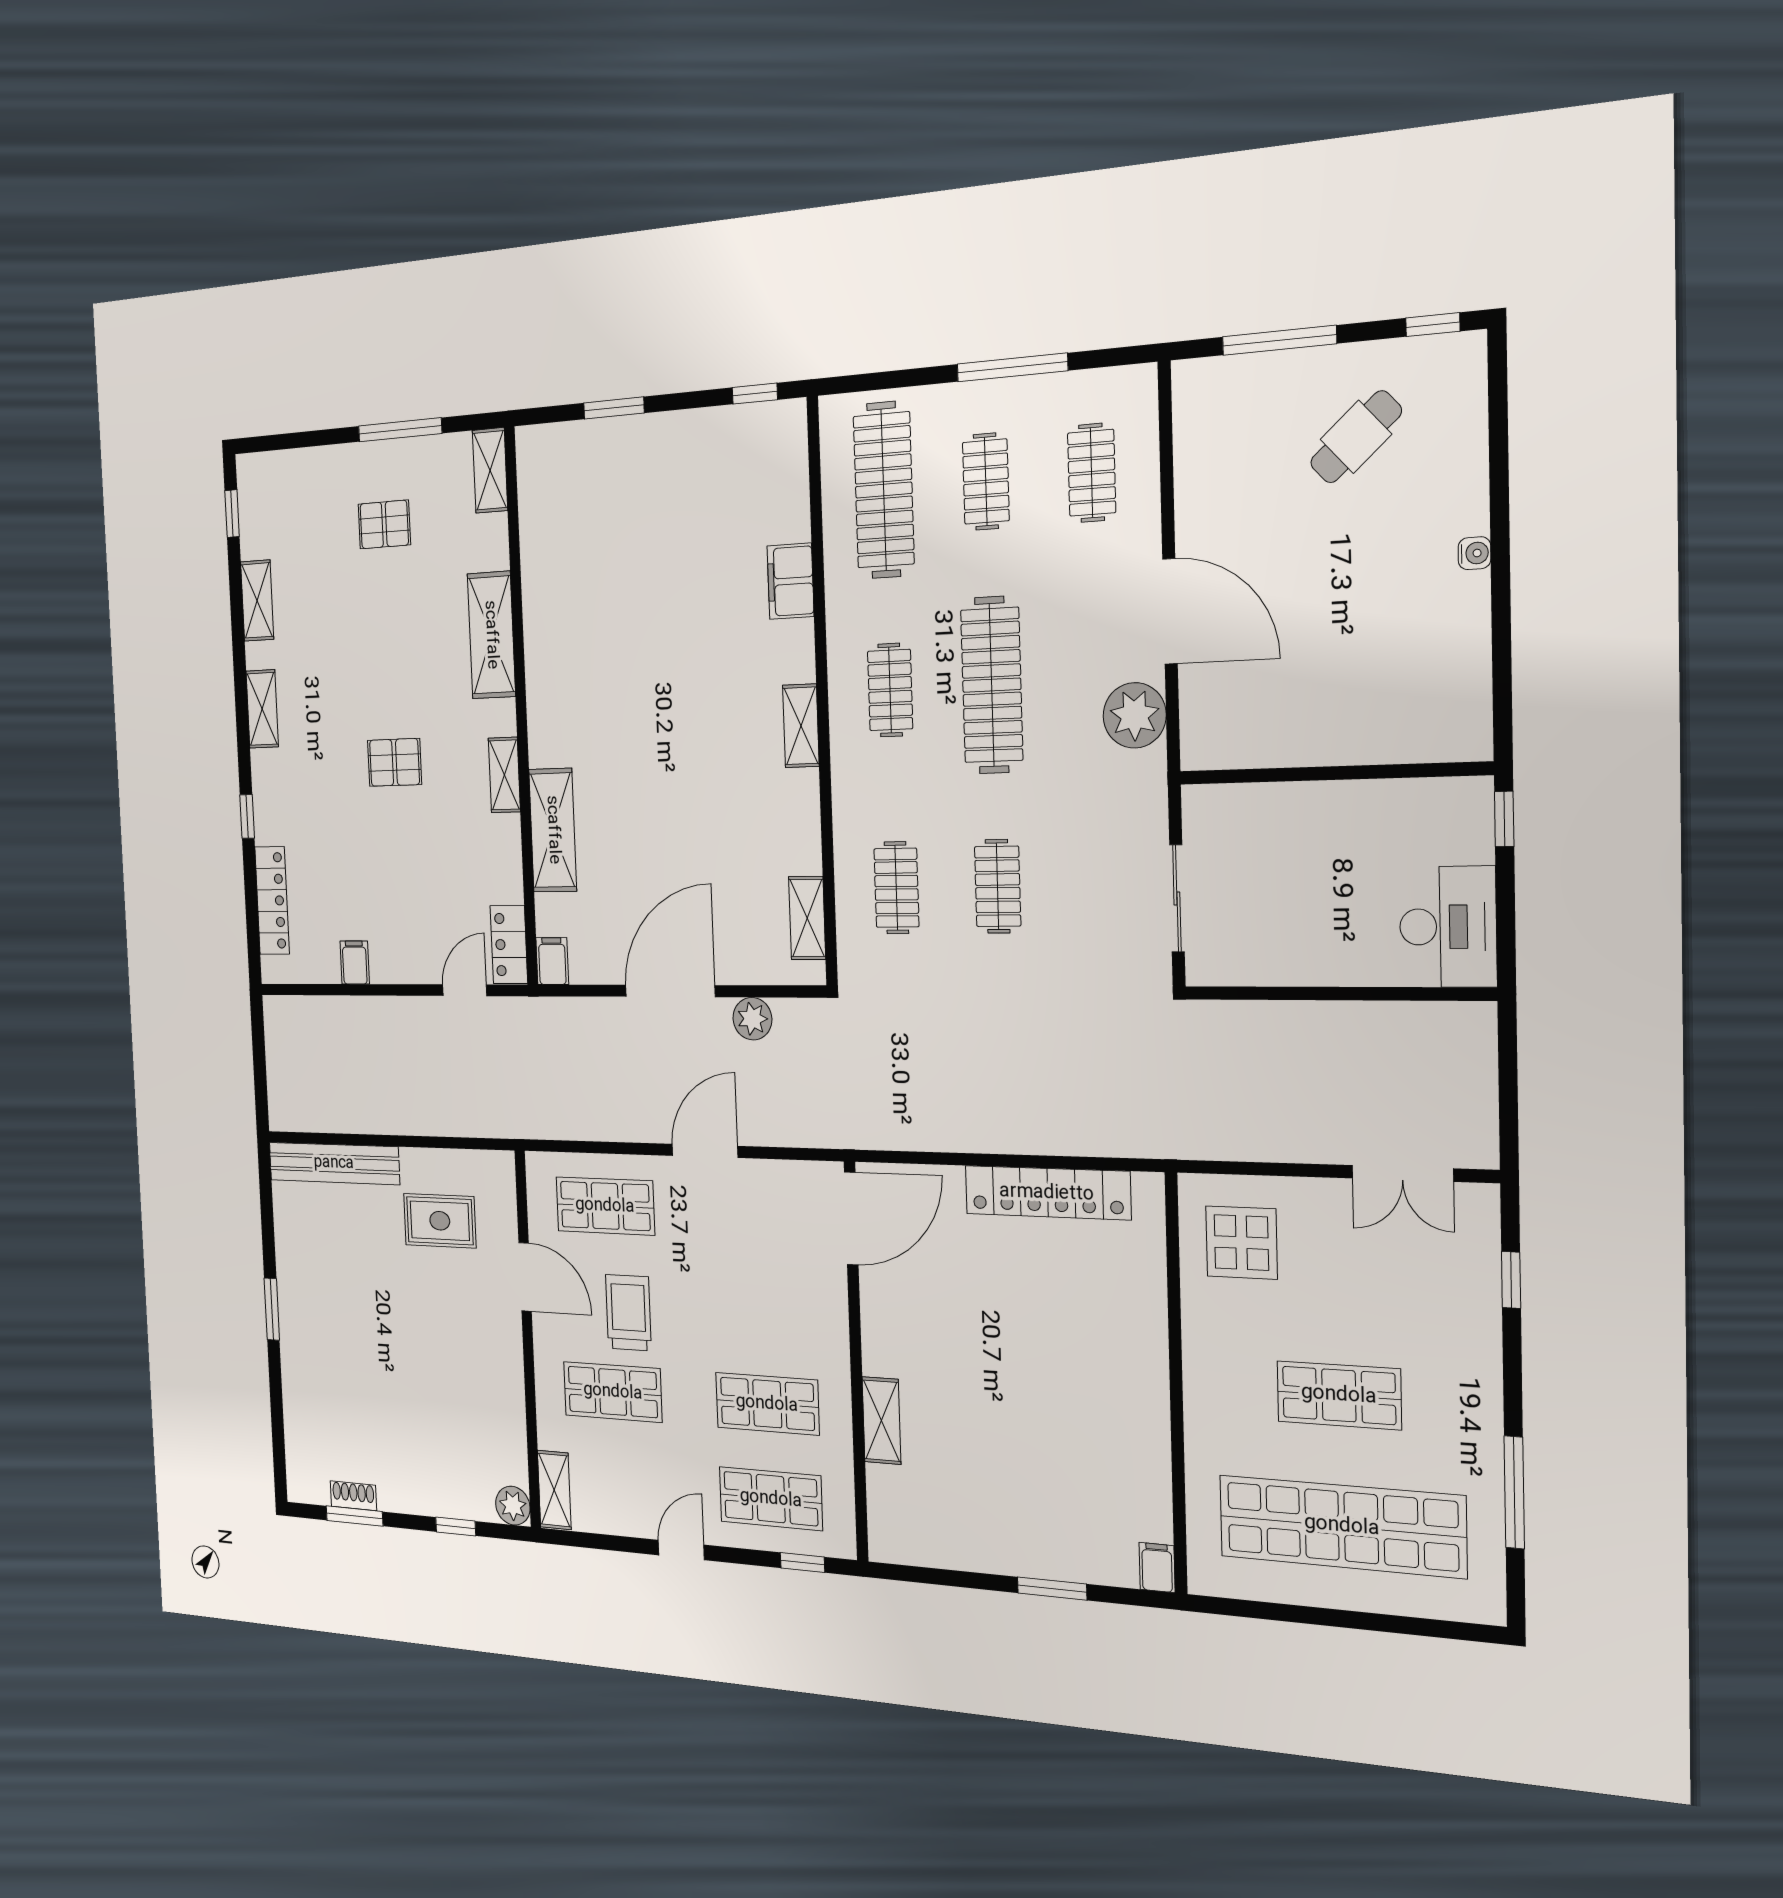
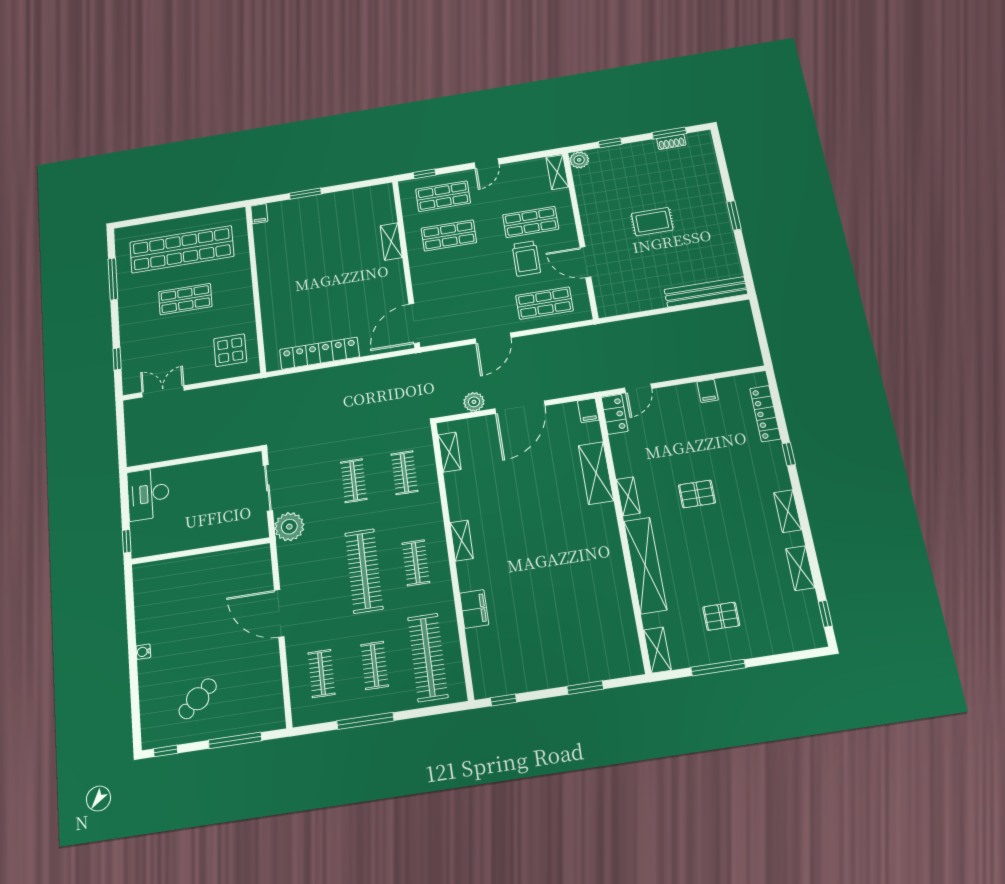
shelving: (491, 635) -> (645, 565), width x1.47
plant: (1135, 715) -> (289, 527), moved
rug: (440, 1221) -> (652, 222), moved

